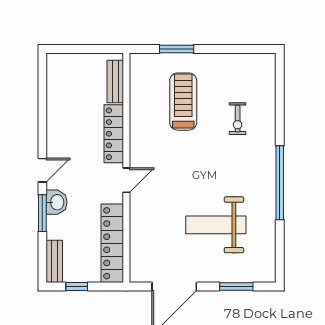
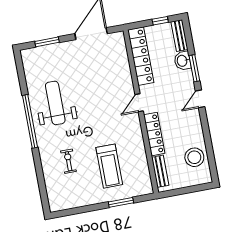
stool: (65, 92) -> (194, 157), added
washbasin: (57, 202) -> (182, 61), moved
weight bench: (216, 225) -> (55, 103), moved, turned -90

